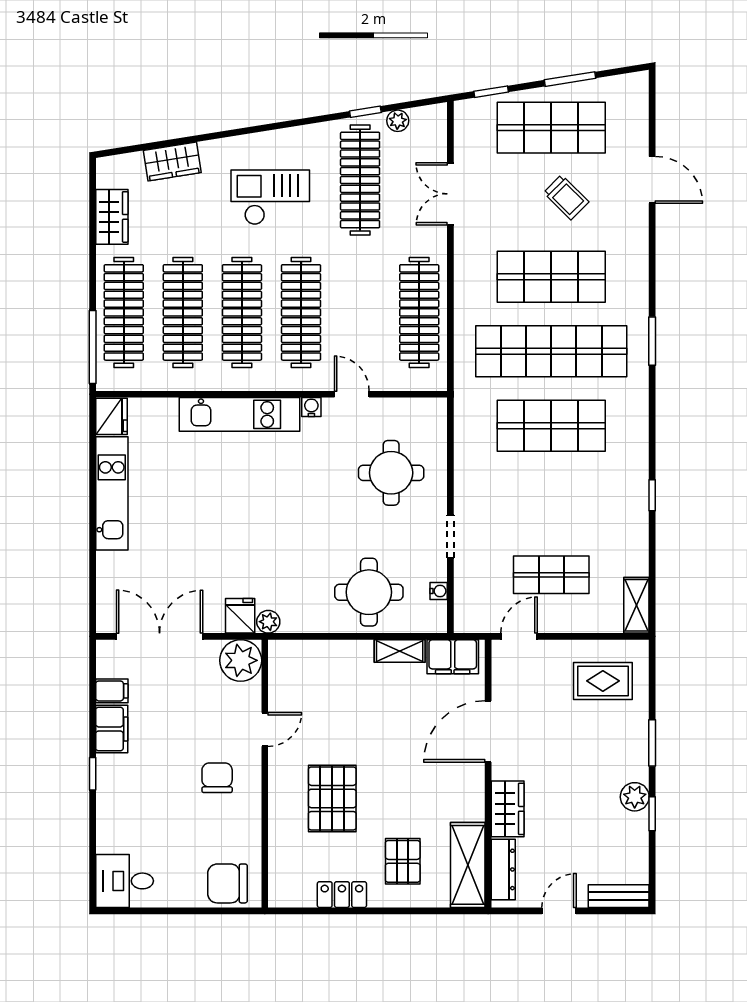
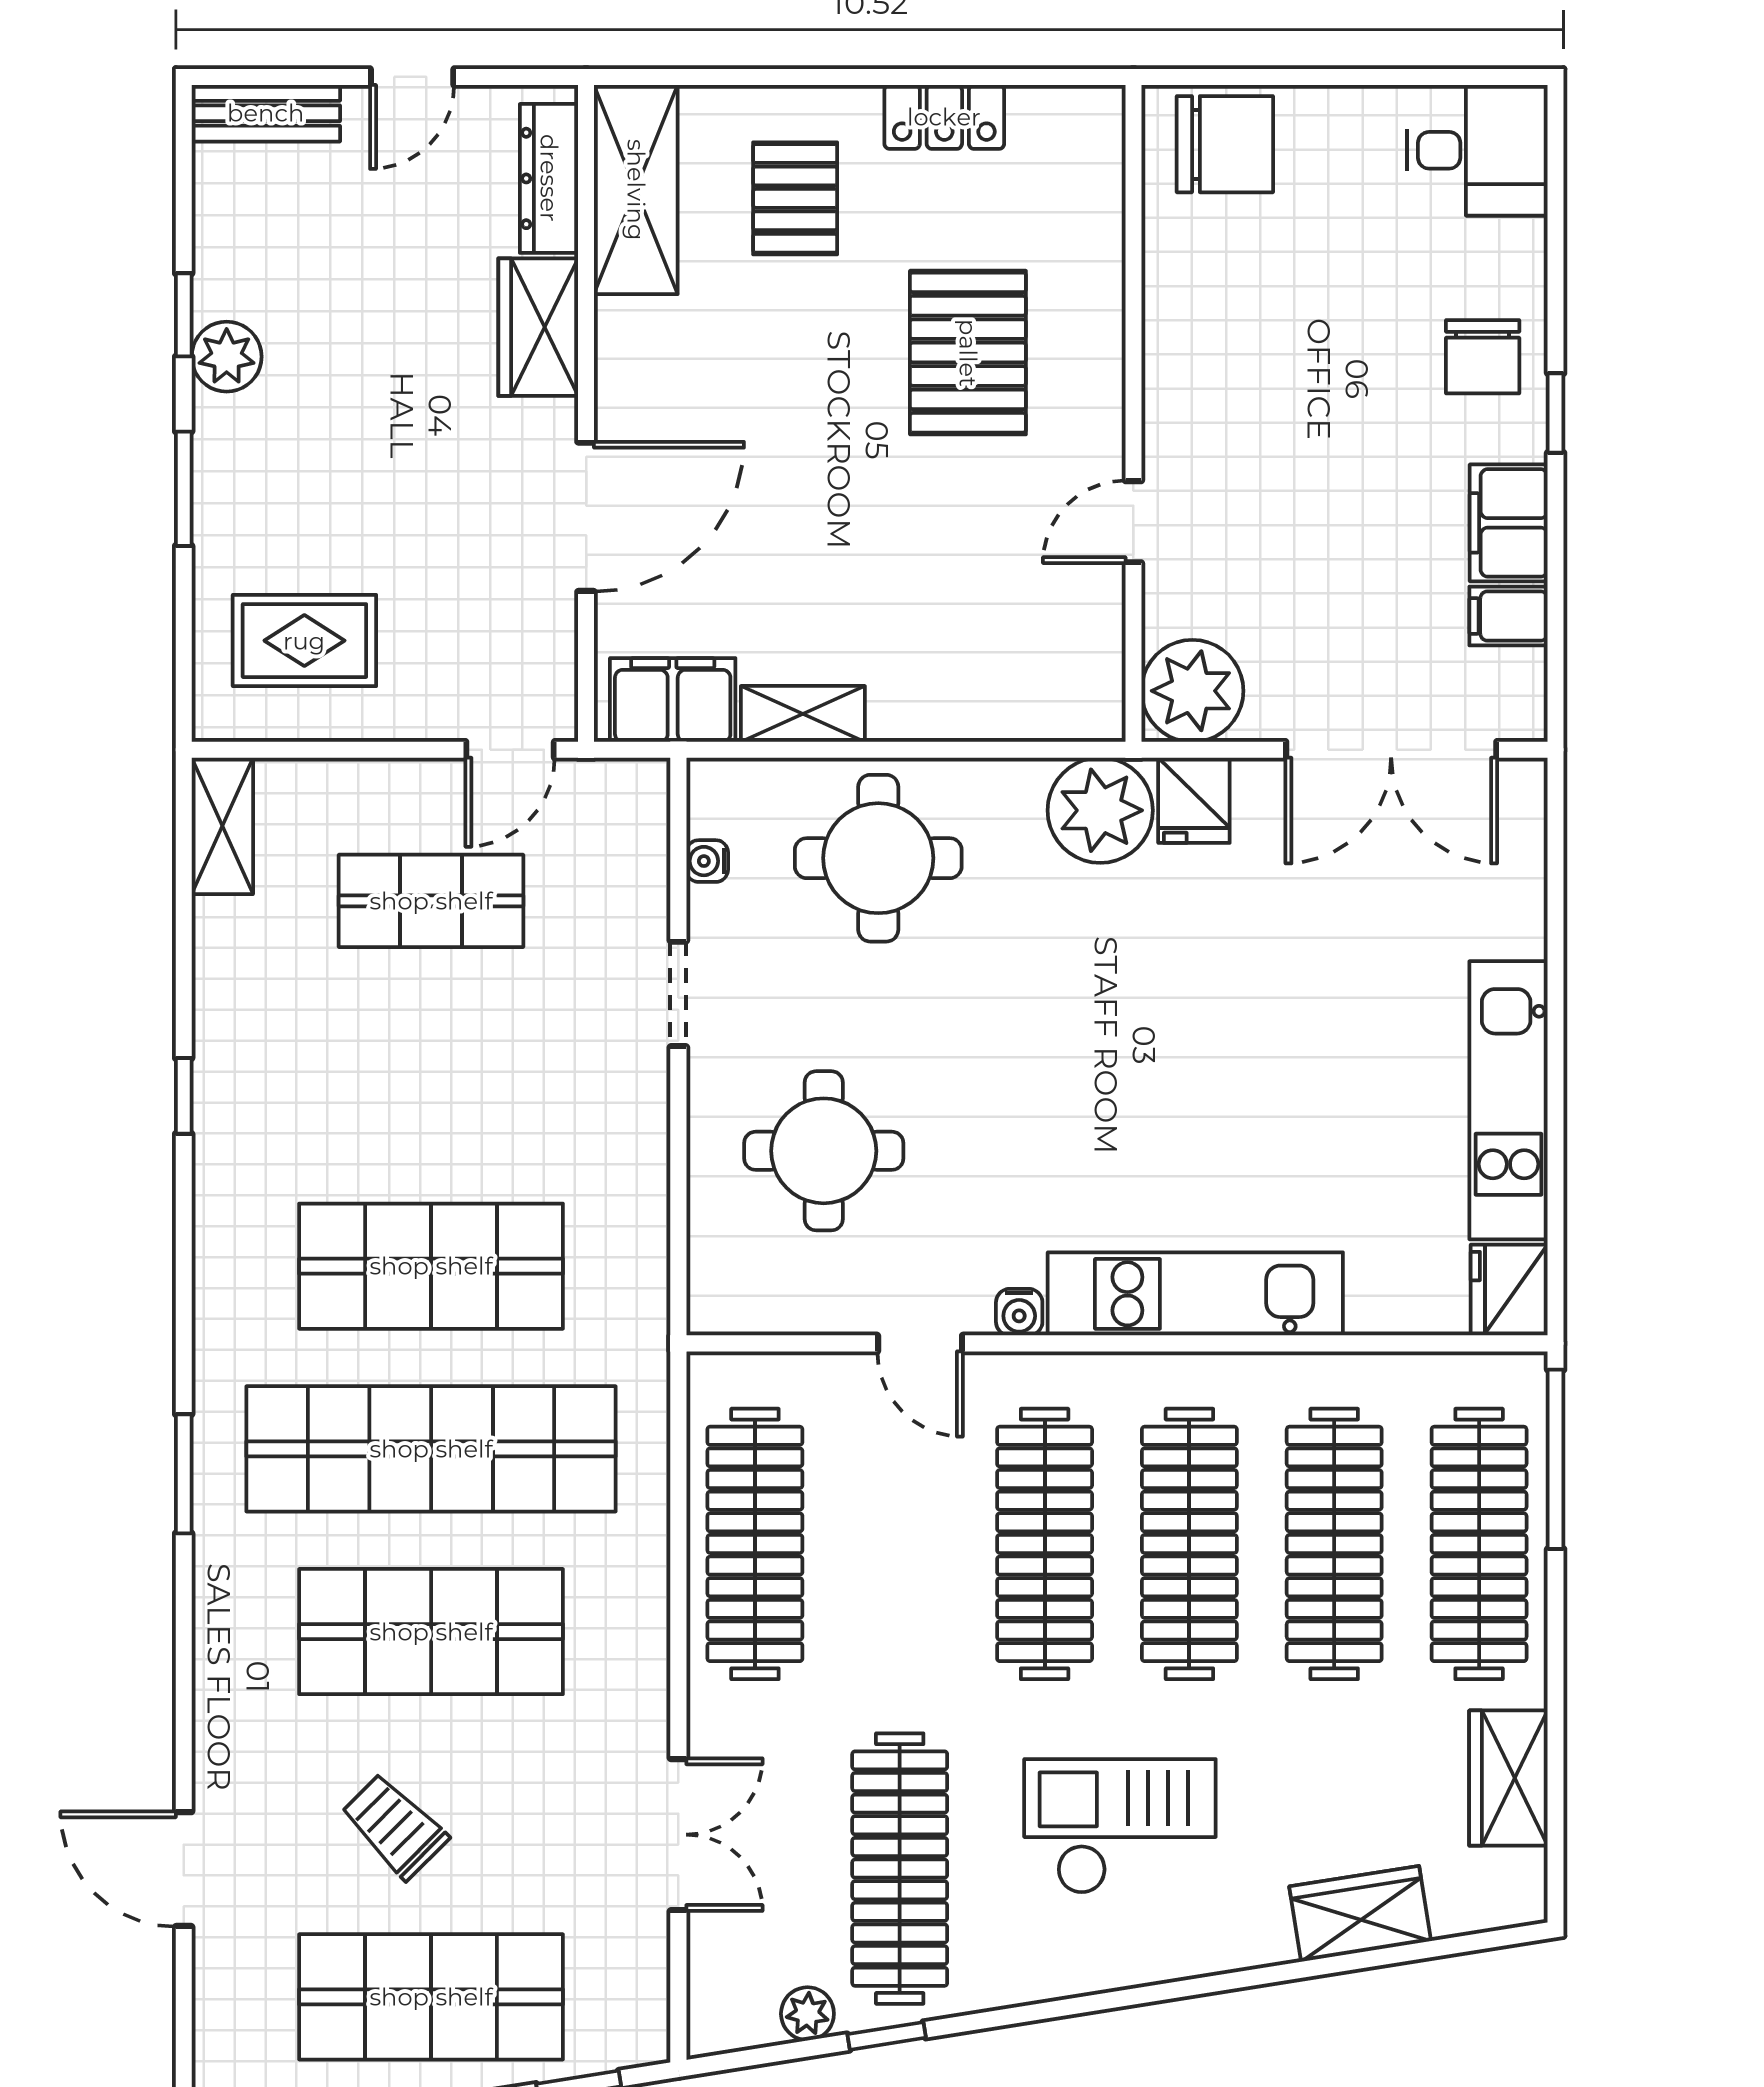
checkout: (270, 197) -> (1120, 1826), turned 180
plant: (268, 622) -> (1100, 810), width x1.87, depth x1.87
chair: (217, 778) -> (1483, 357), moved

